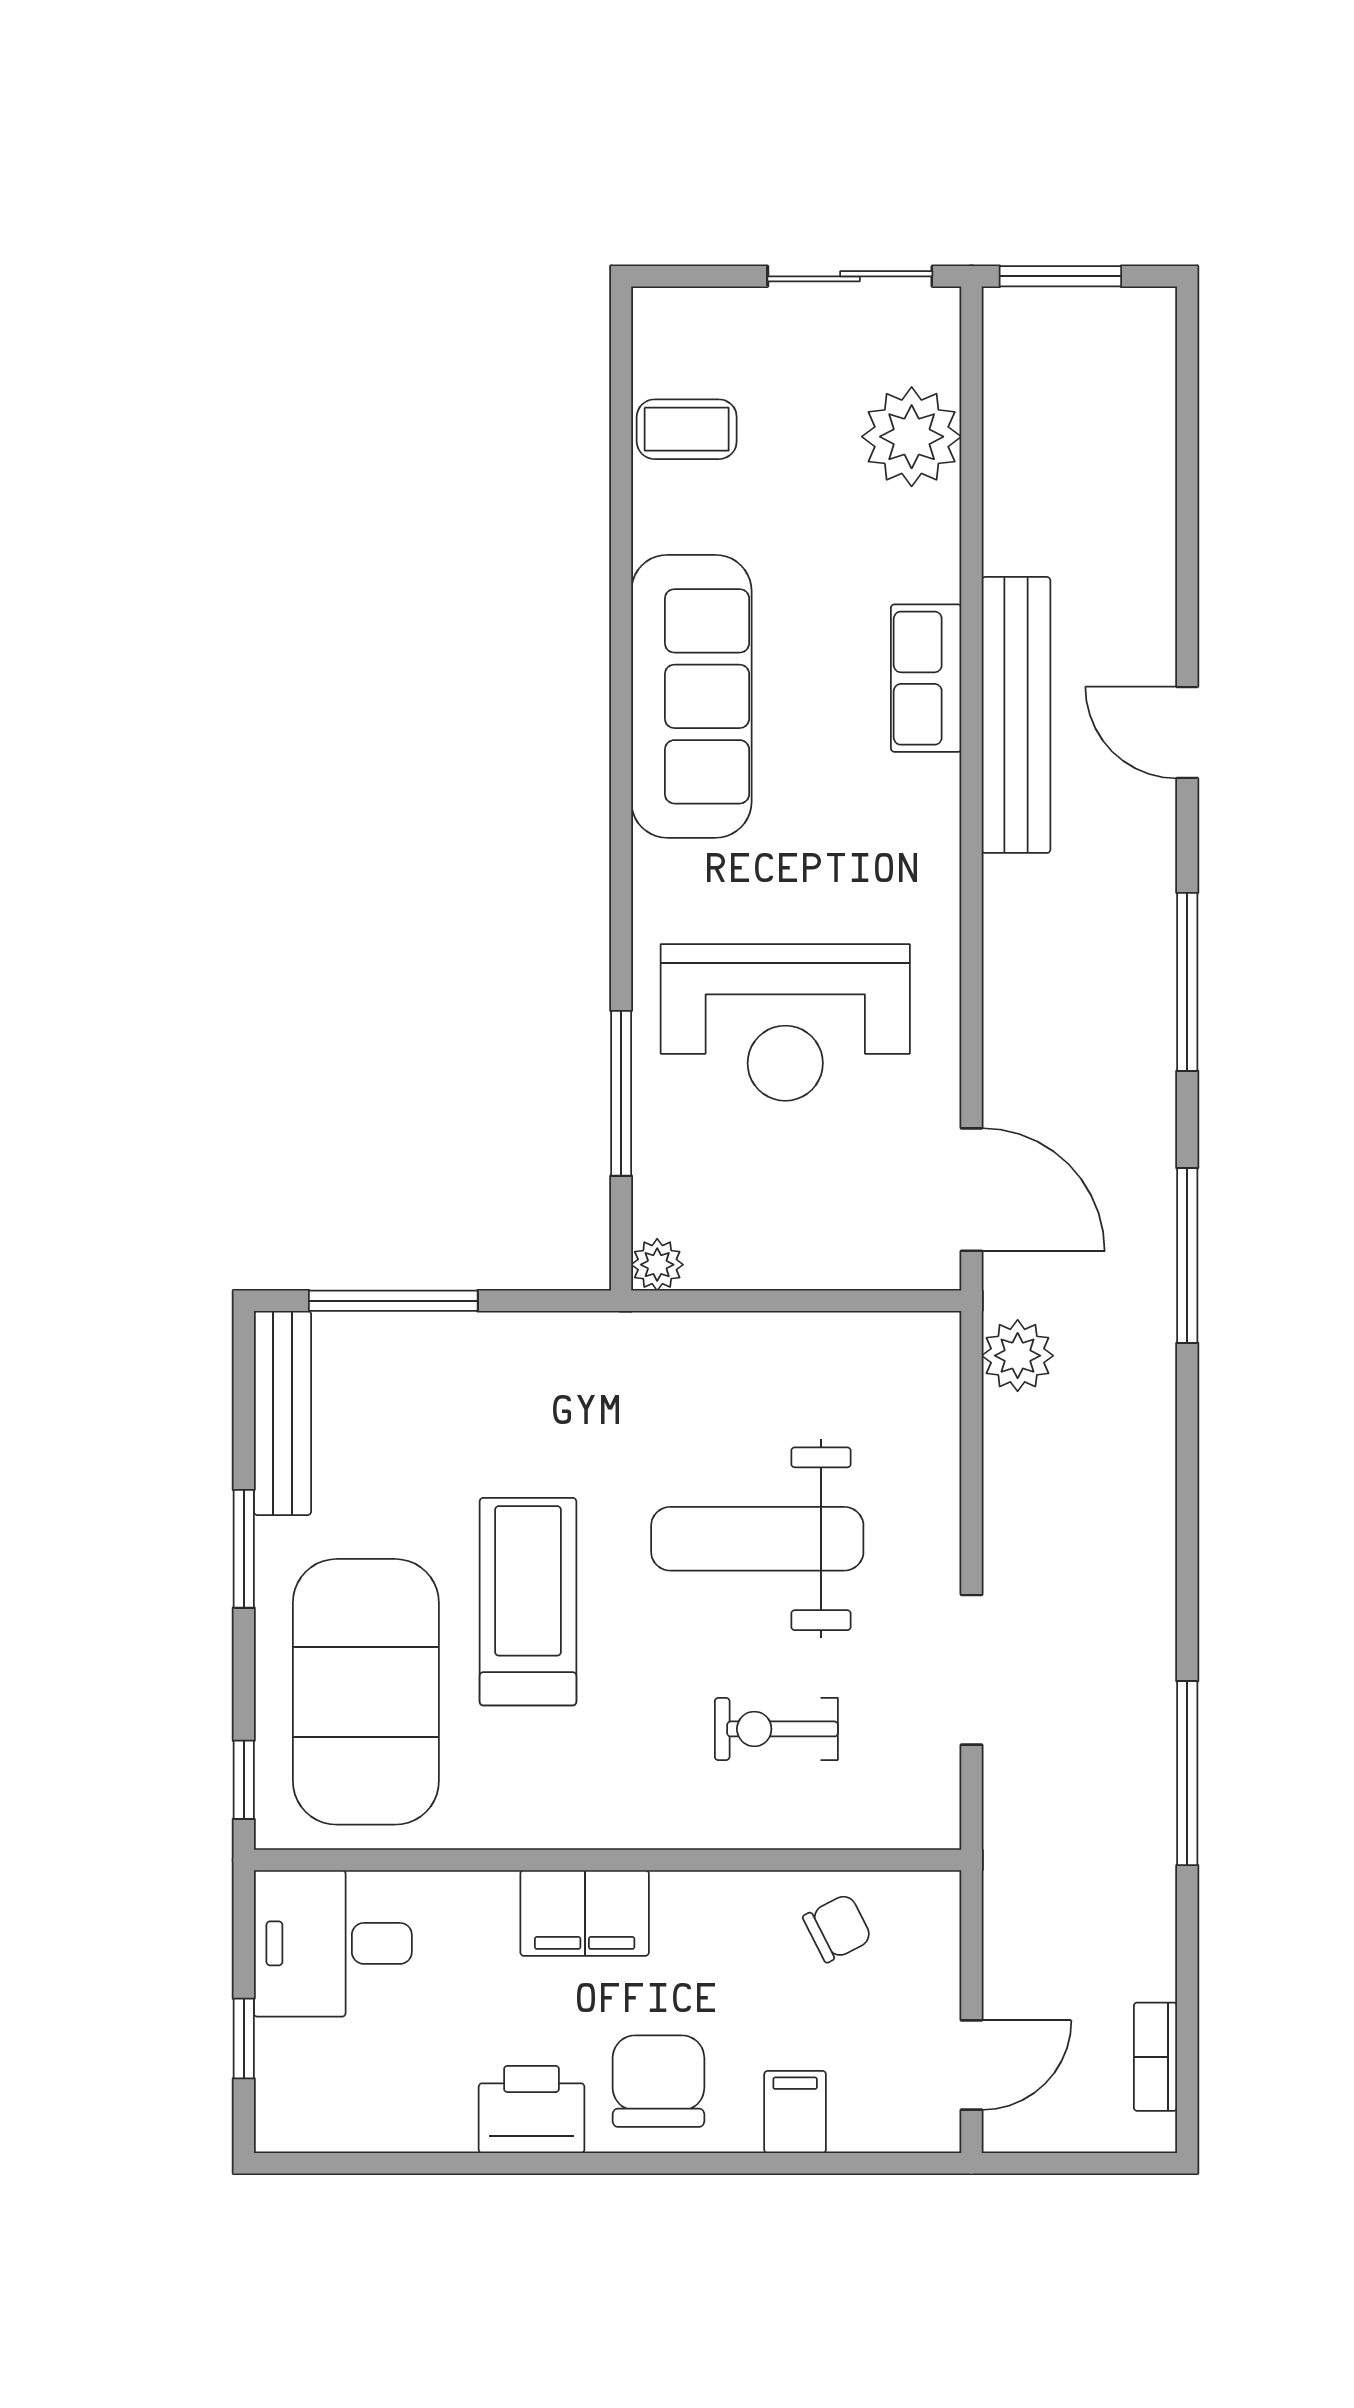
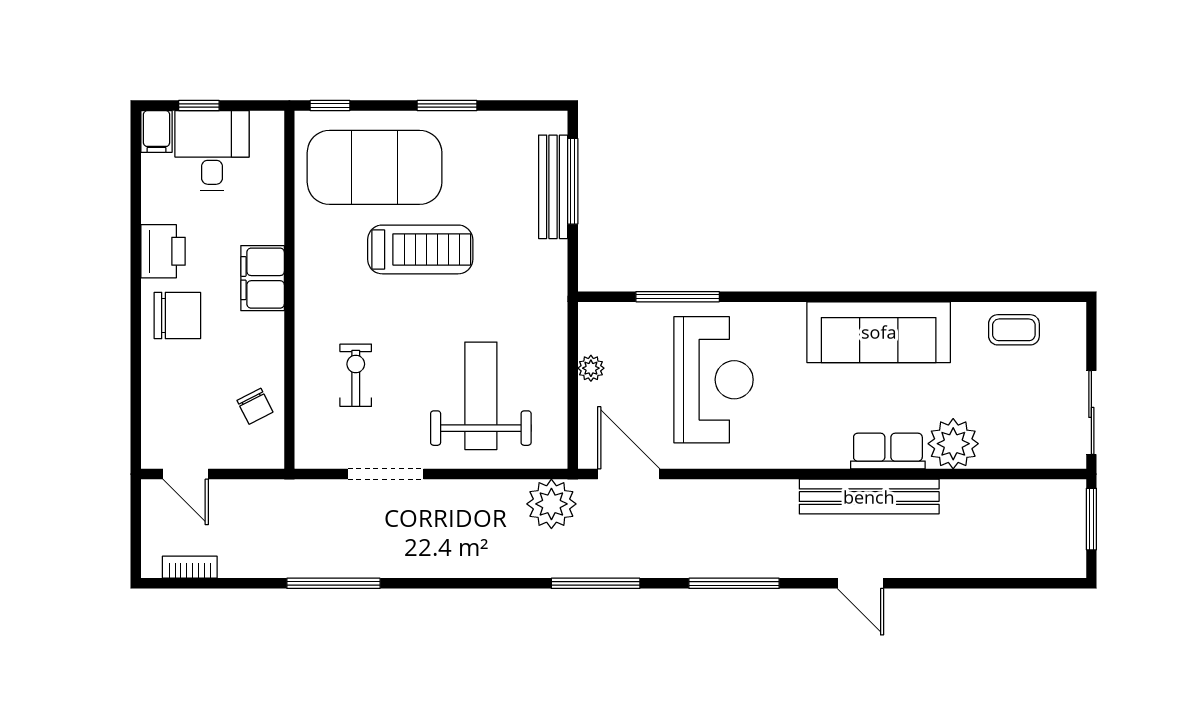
coffee table: (687, 429) -> (1014, 330), turned 90
plant: (912, 437) -> (953, 444), moved
door: (1187, 733) -> (860, 583), swing flipped
reception desk: (785, 1022) -> (714, 380), turned 180
door: (972, 1190) -> (629, 474), swing flipped
plant: (657, 1265) -> (591, 368), moved
plant: (1018, 1356) -> (551, 504), width x1.36, depth x1.36
bench: (282, 1413) -> (553, 187), moved, turned 90
weight bench: (757, 1539) -> (481, 396), moved
desk: (333, 1943) -> (212, 151), moved
filing cabinet: (795, 2112) -> (157, 131), moved, turned 90

